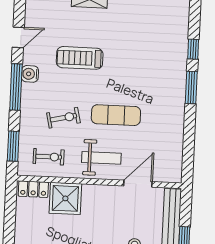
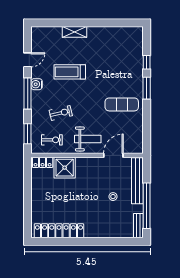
exercise mat: (116, 115) -> (122, 104), moved

